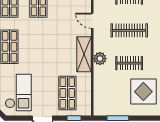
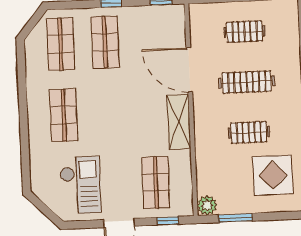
door: (92, 21) -> (189, 70), width x1.88
plant: (100, 59) -> (207, 205), moved

